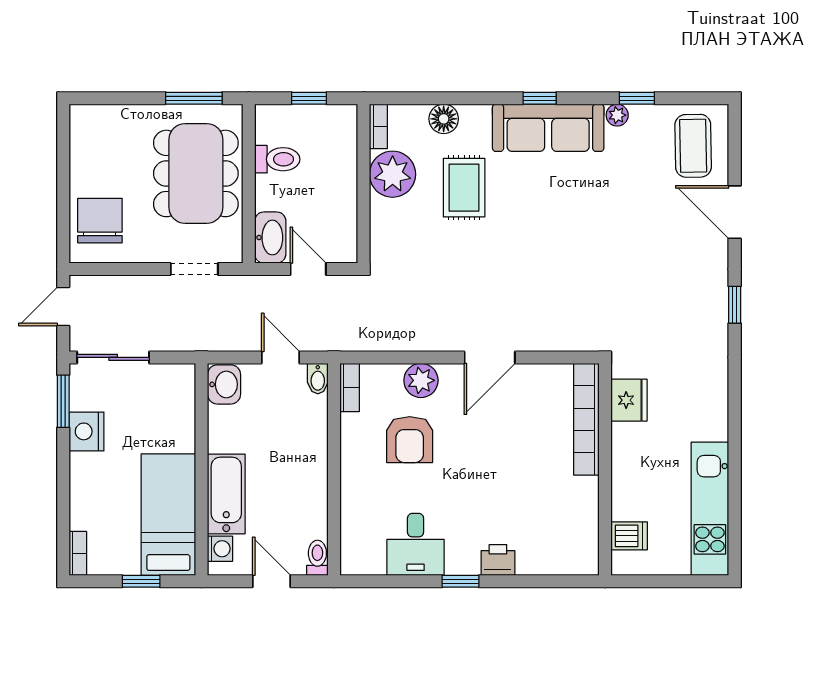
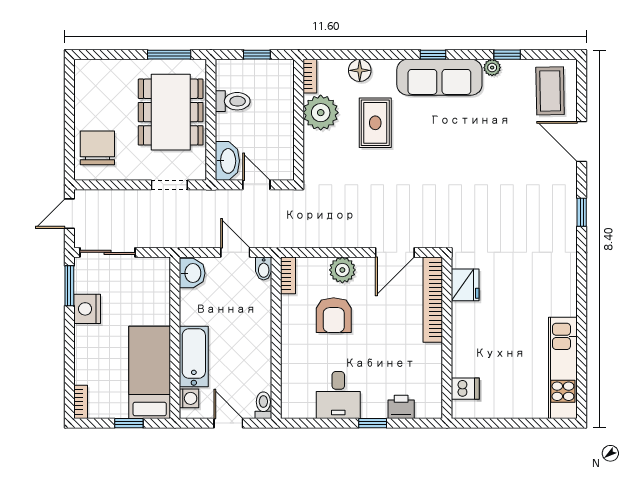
fridge: (629, 400) -> (465, 285), moved
bookcase: (586, 419) -> (433, 300), moved
wall: (605, 469) -> (447, 338), moved
dishwasher: (629, 536) -> (465, 389), moved

